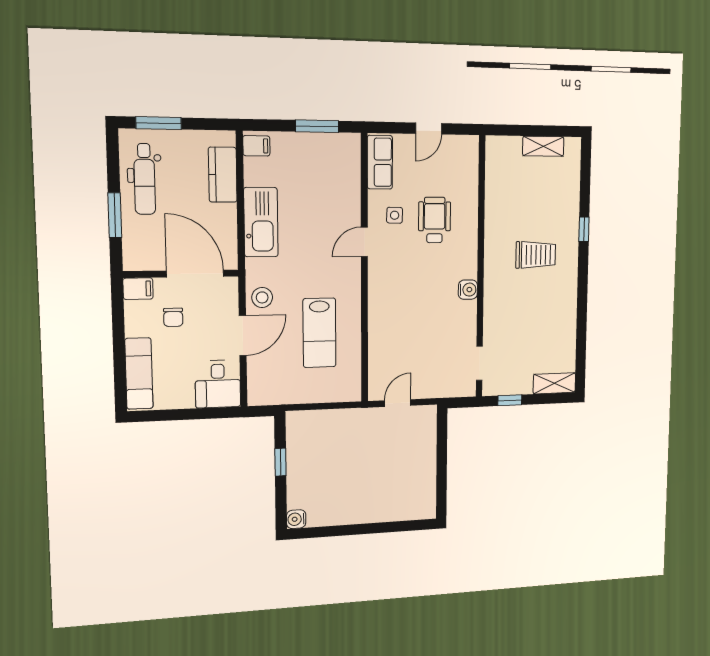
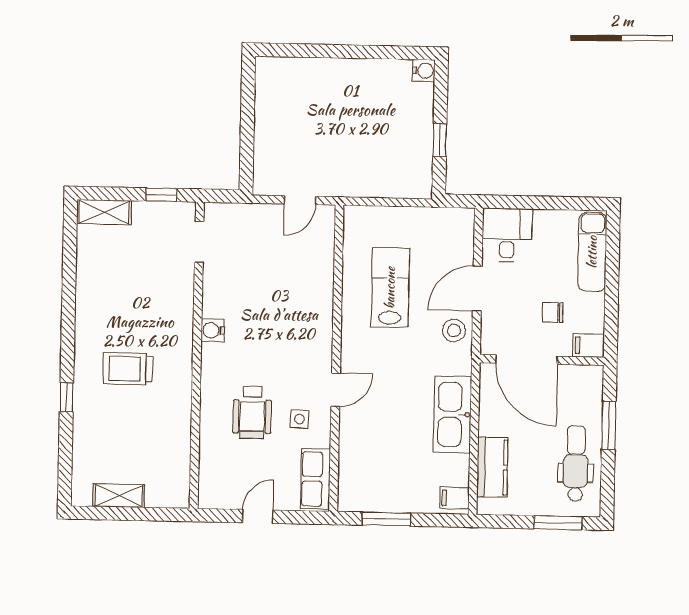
chair: (173, 317) -> (552, 312), turned -90

